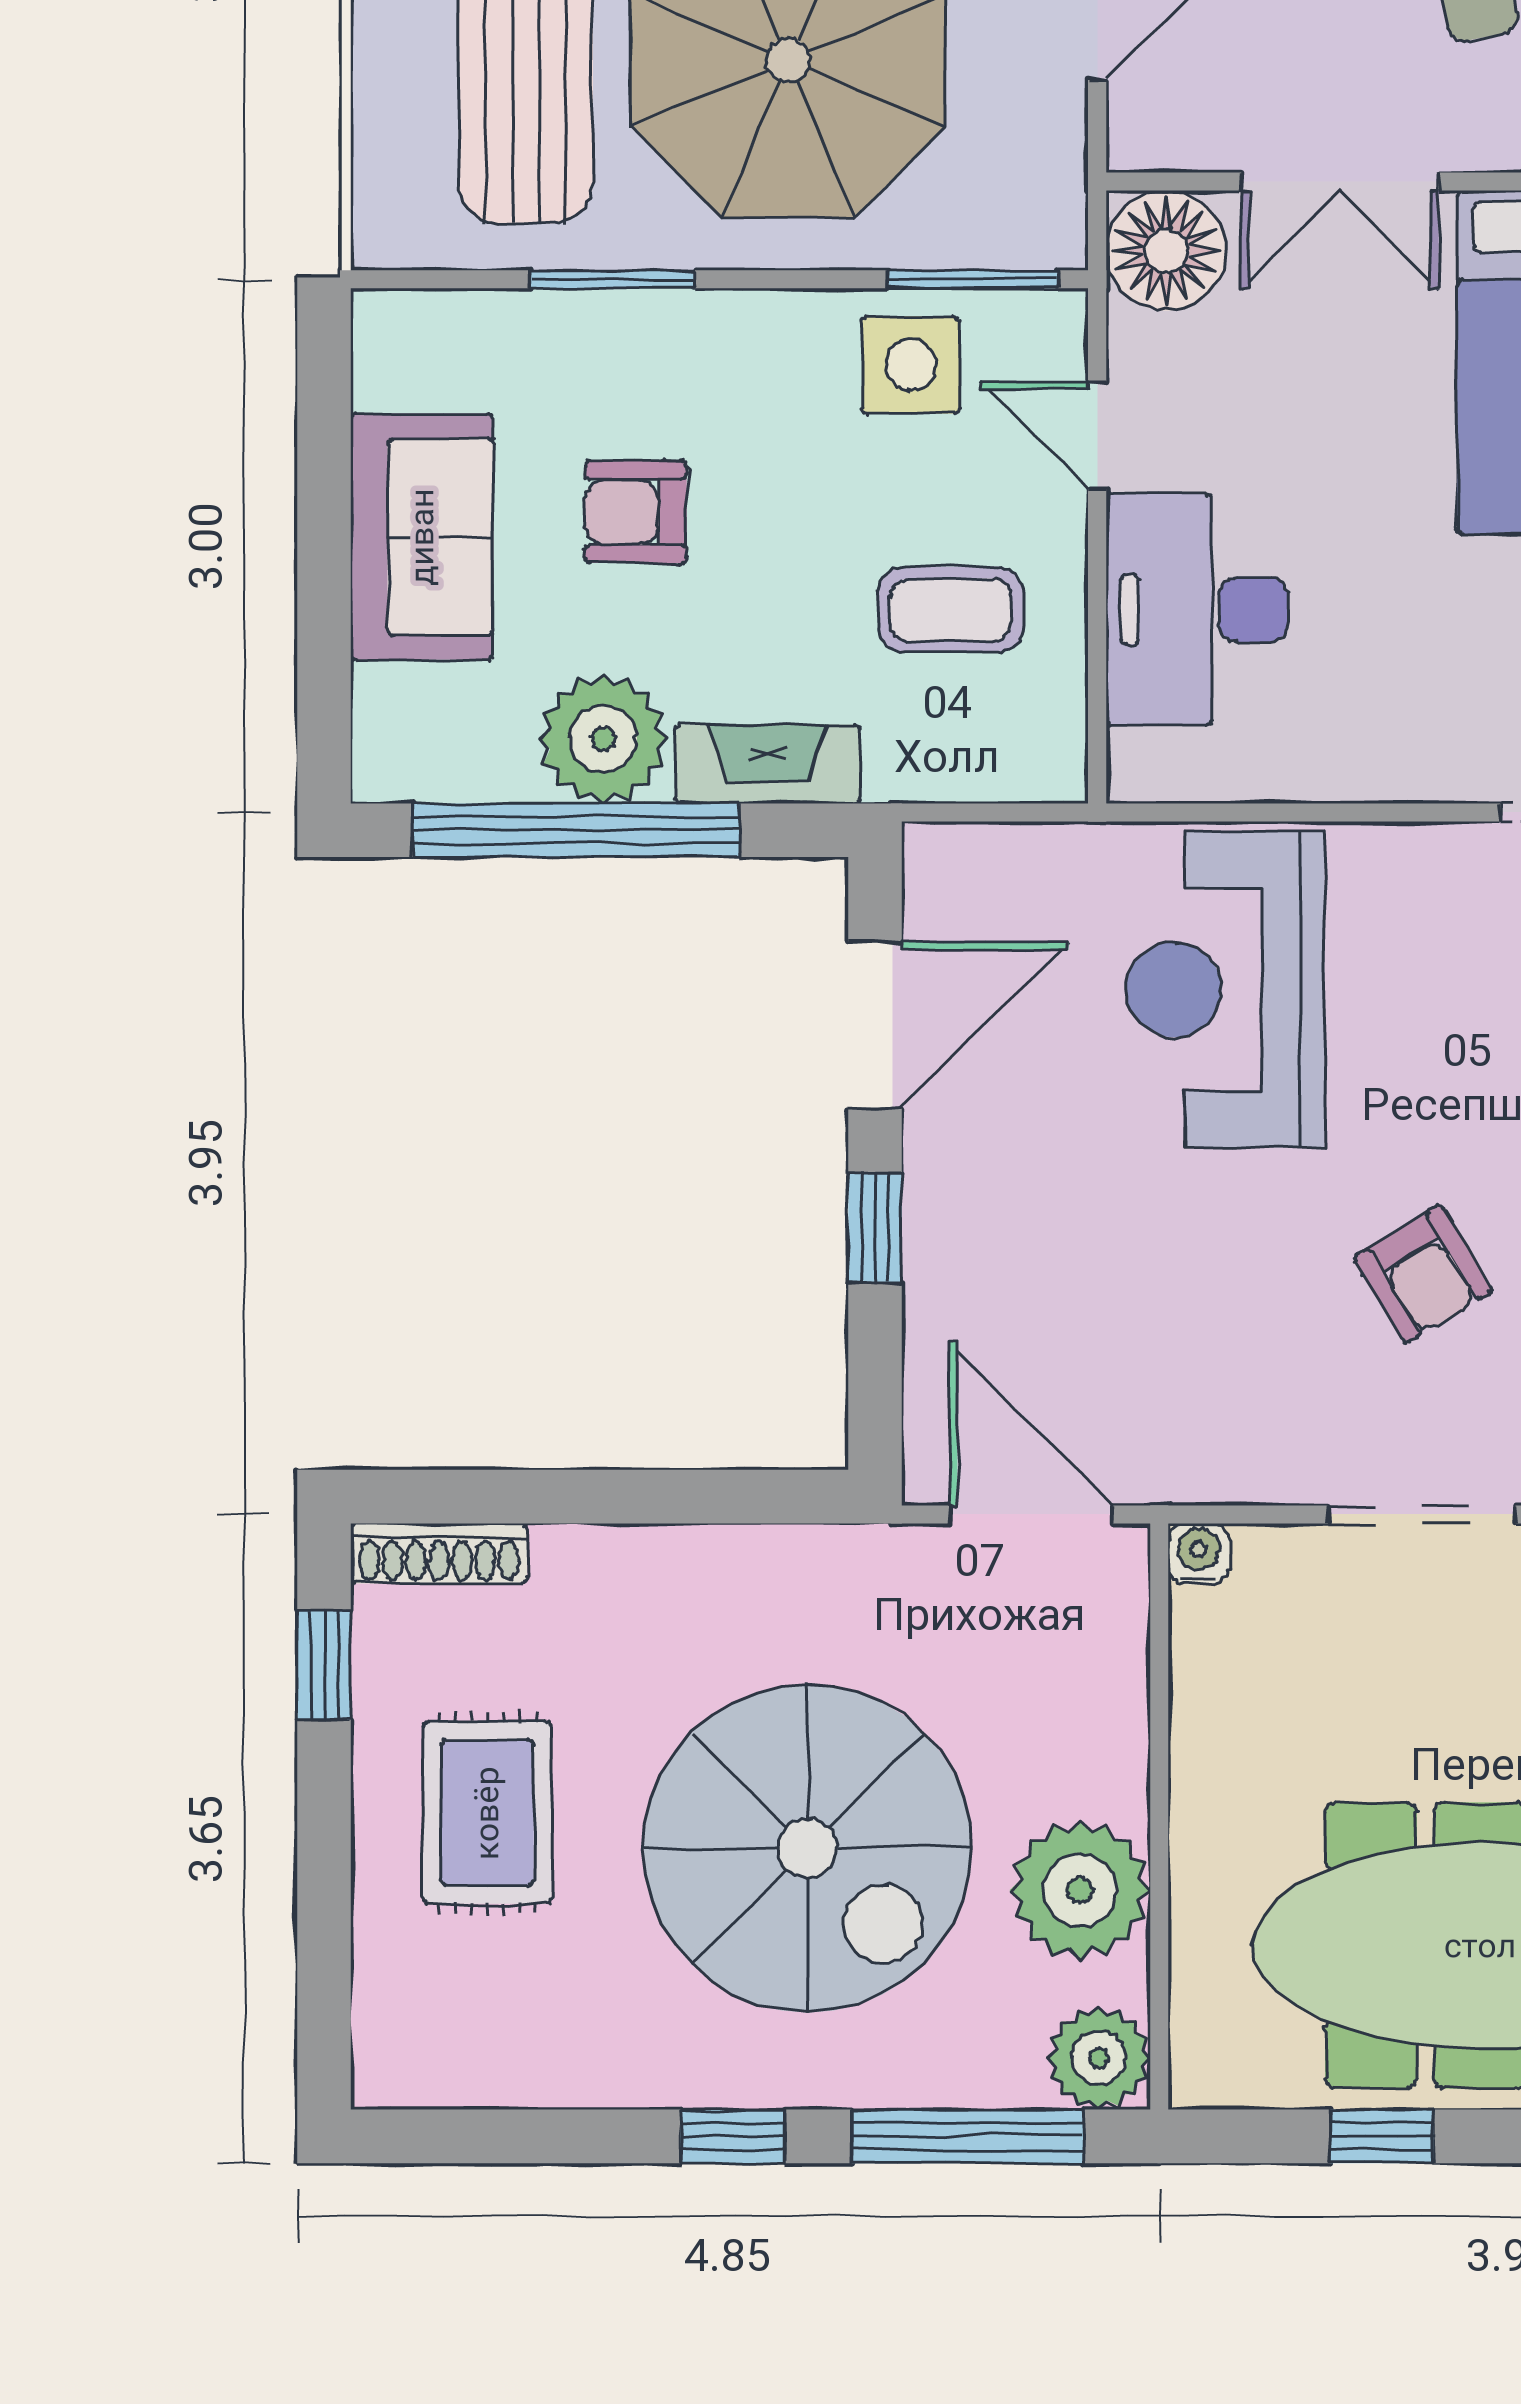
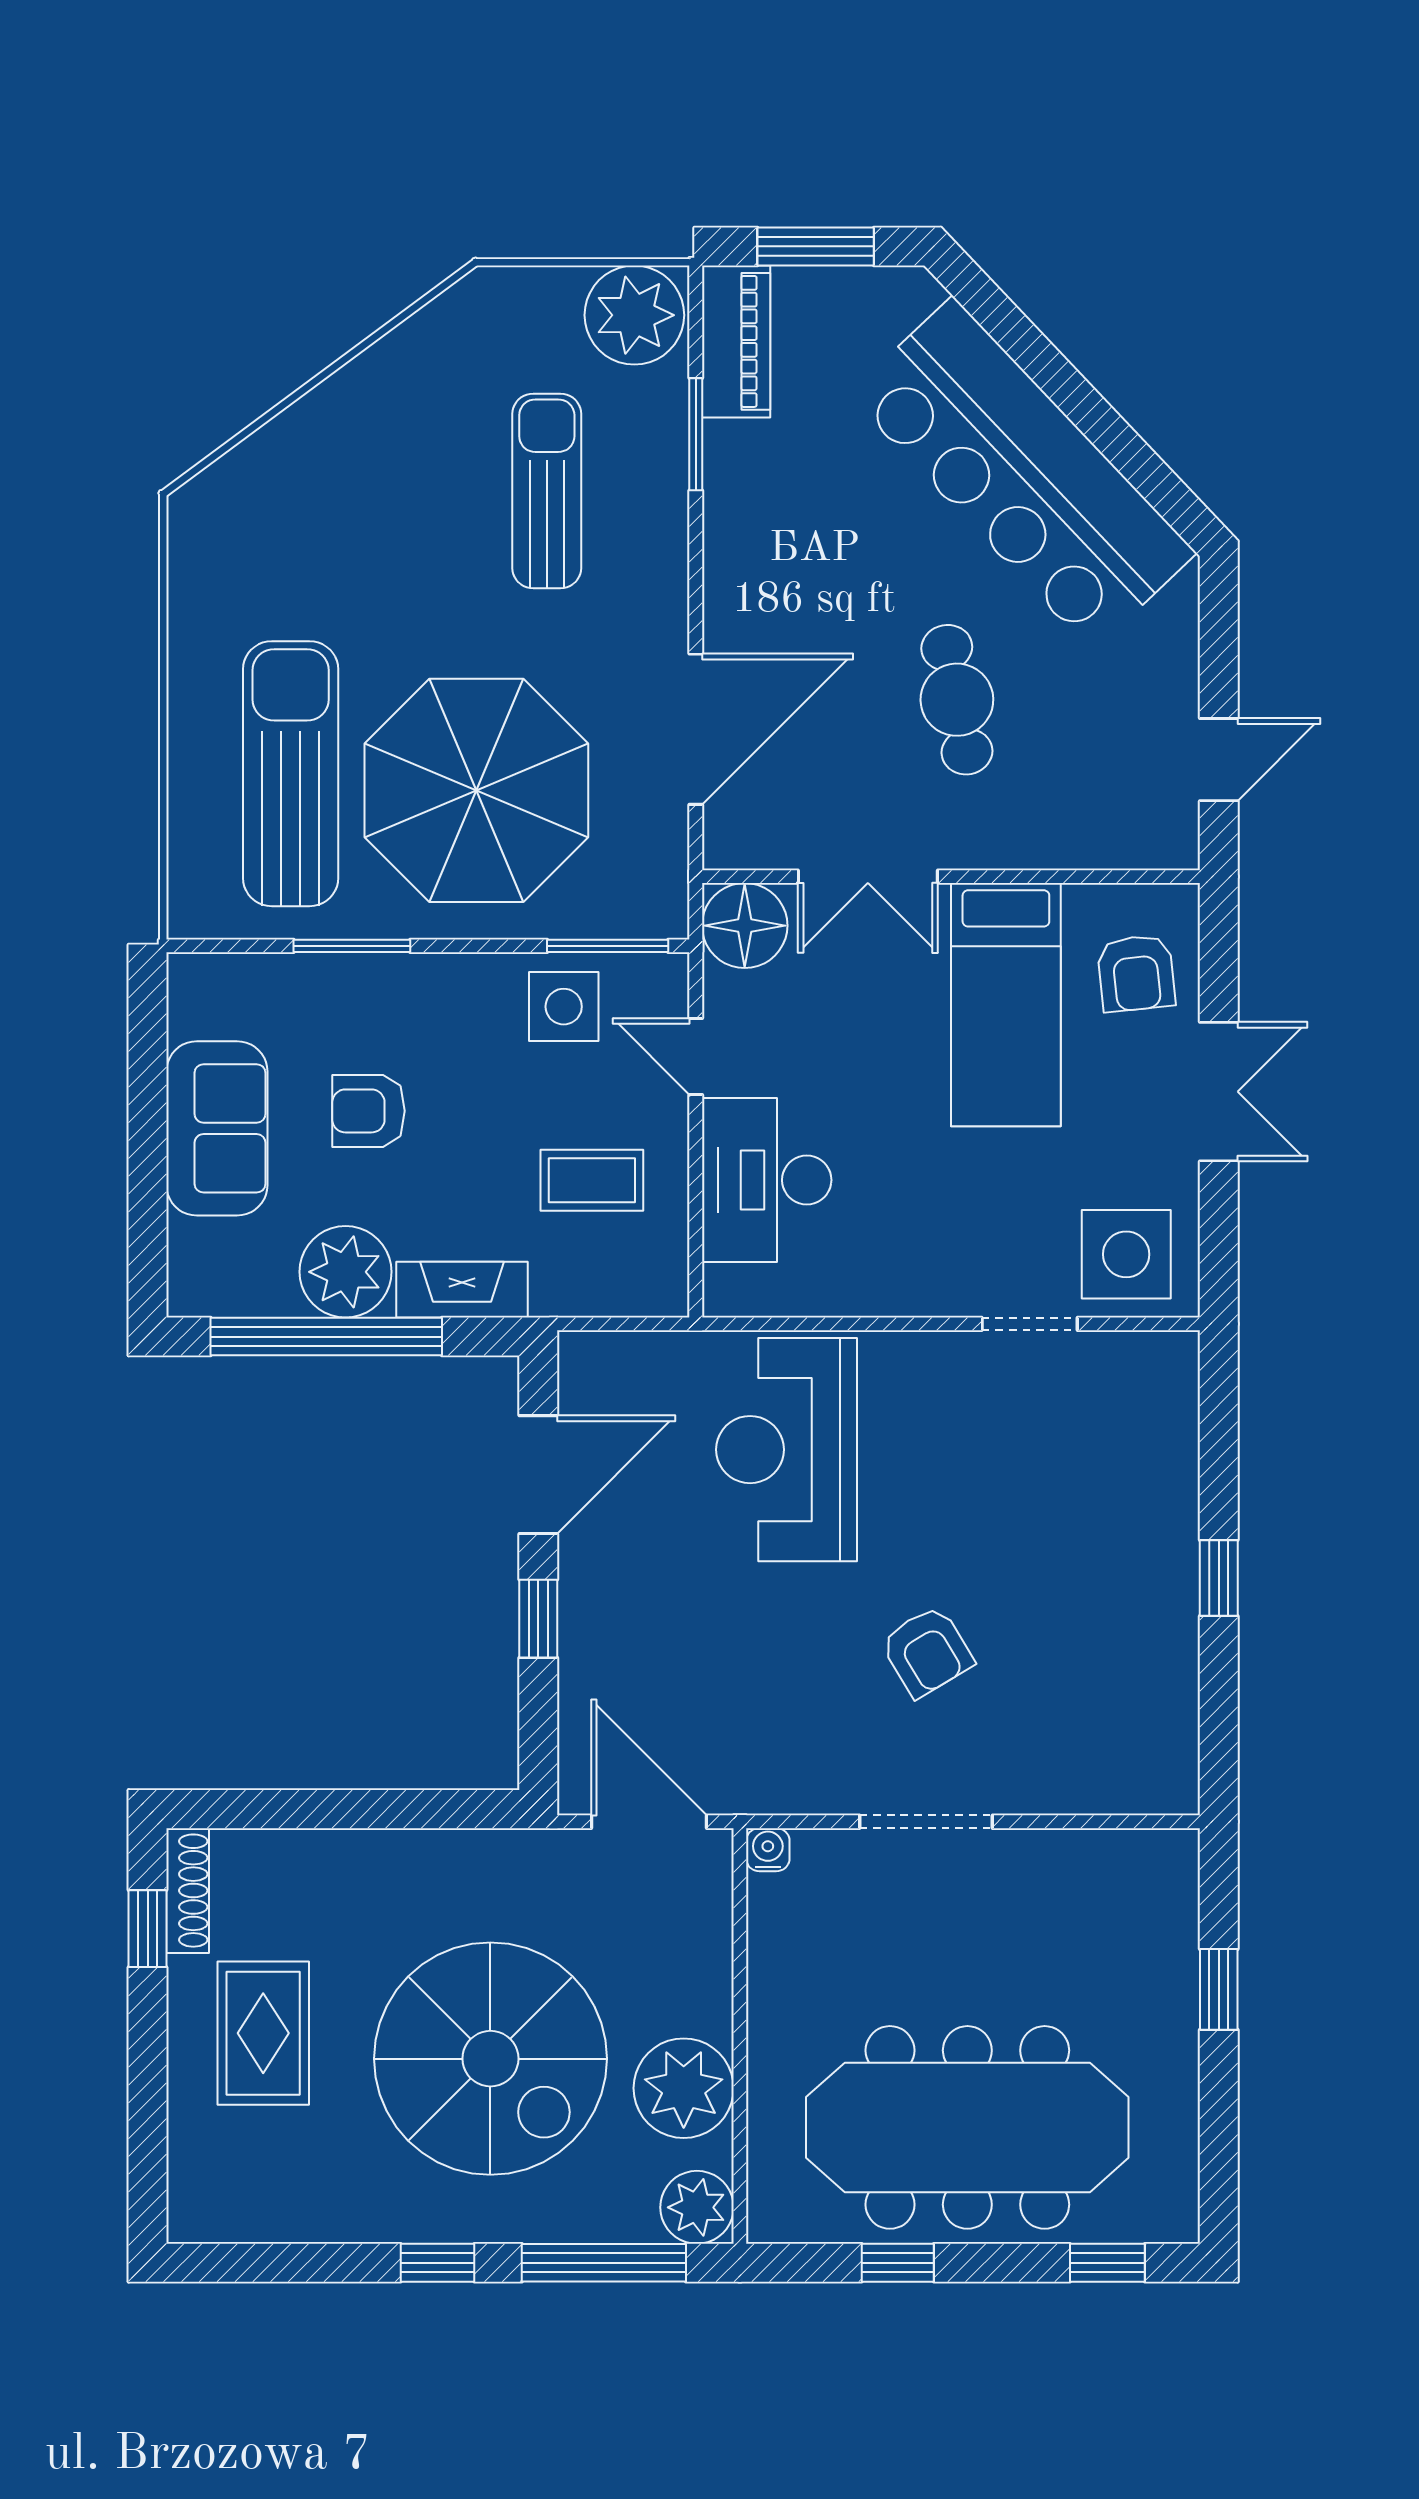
shoe rack: (439, 1553) -> (188, 1891), moved, turned -90

